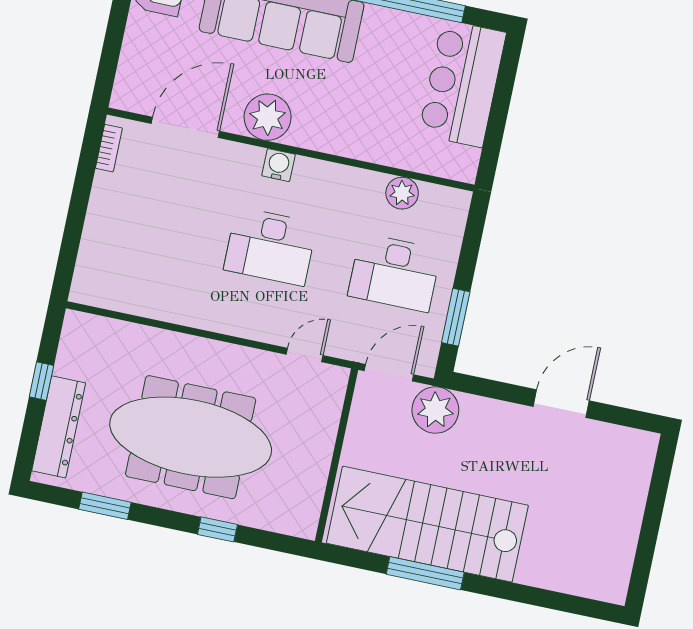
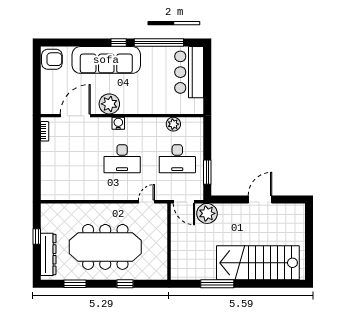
door: (389, 373) -> (184, 202), swing flipped
stairs: (427, 524) -> (258, 263), moved

